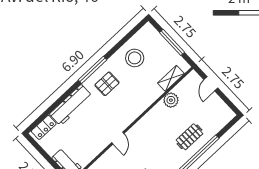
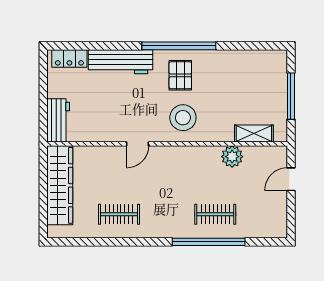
stool: (135, 58) -> (183, 118), moved
window: (92, 70) -> (179, 46), width x1.46
pallet: (107, 84) -> (180, 75), turned 90

